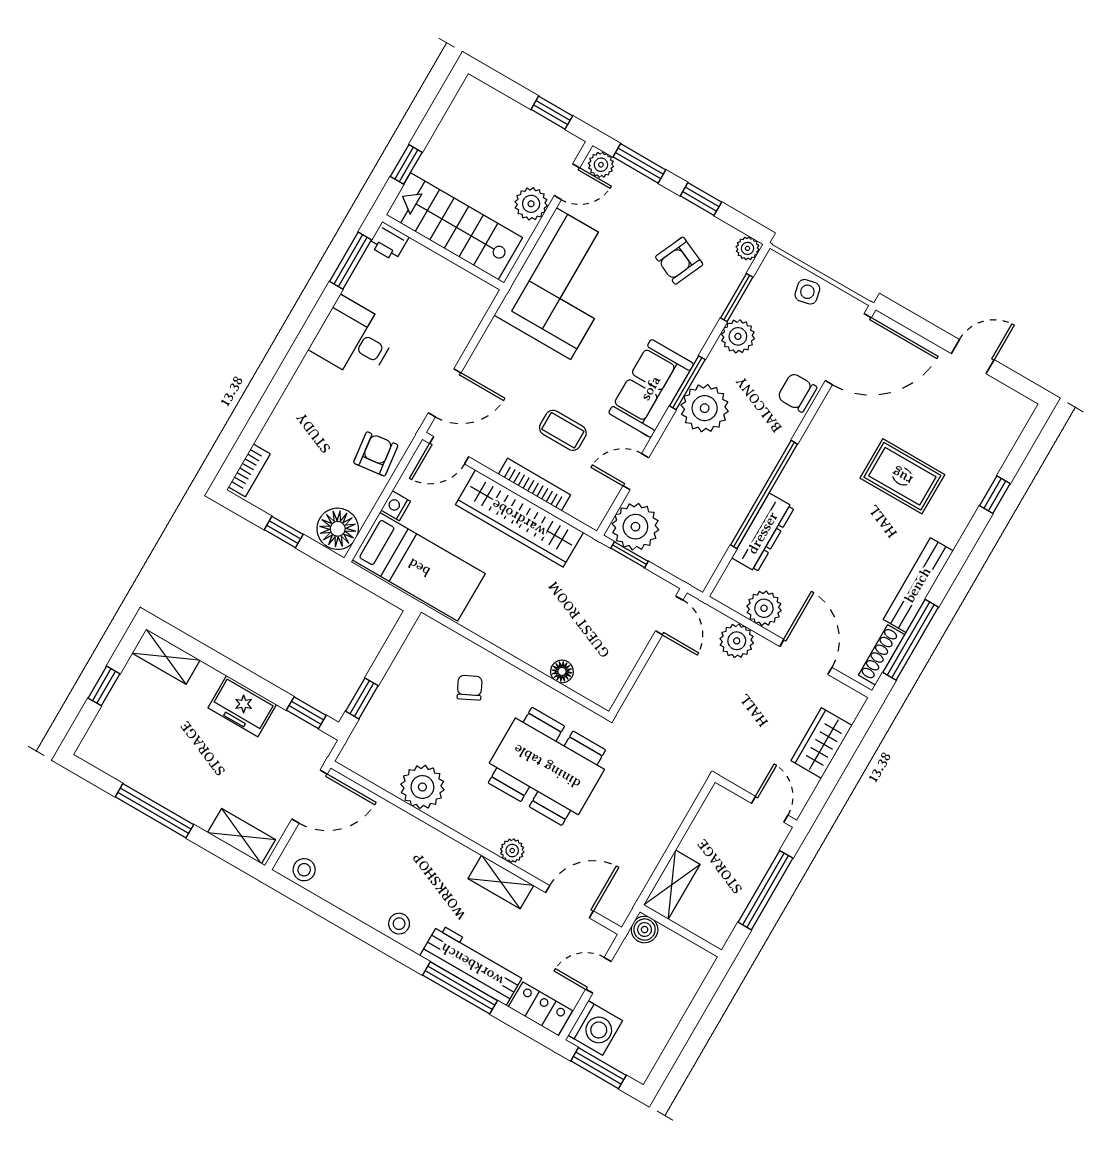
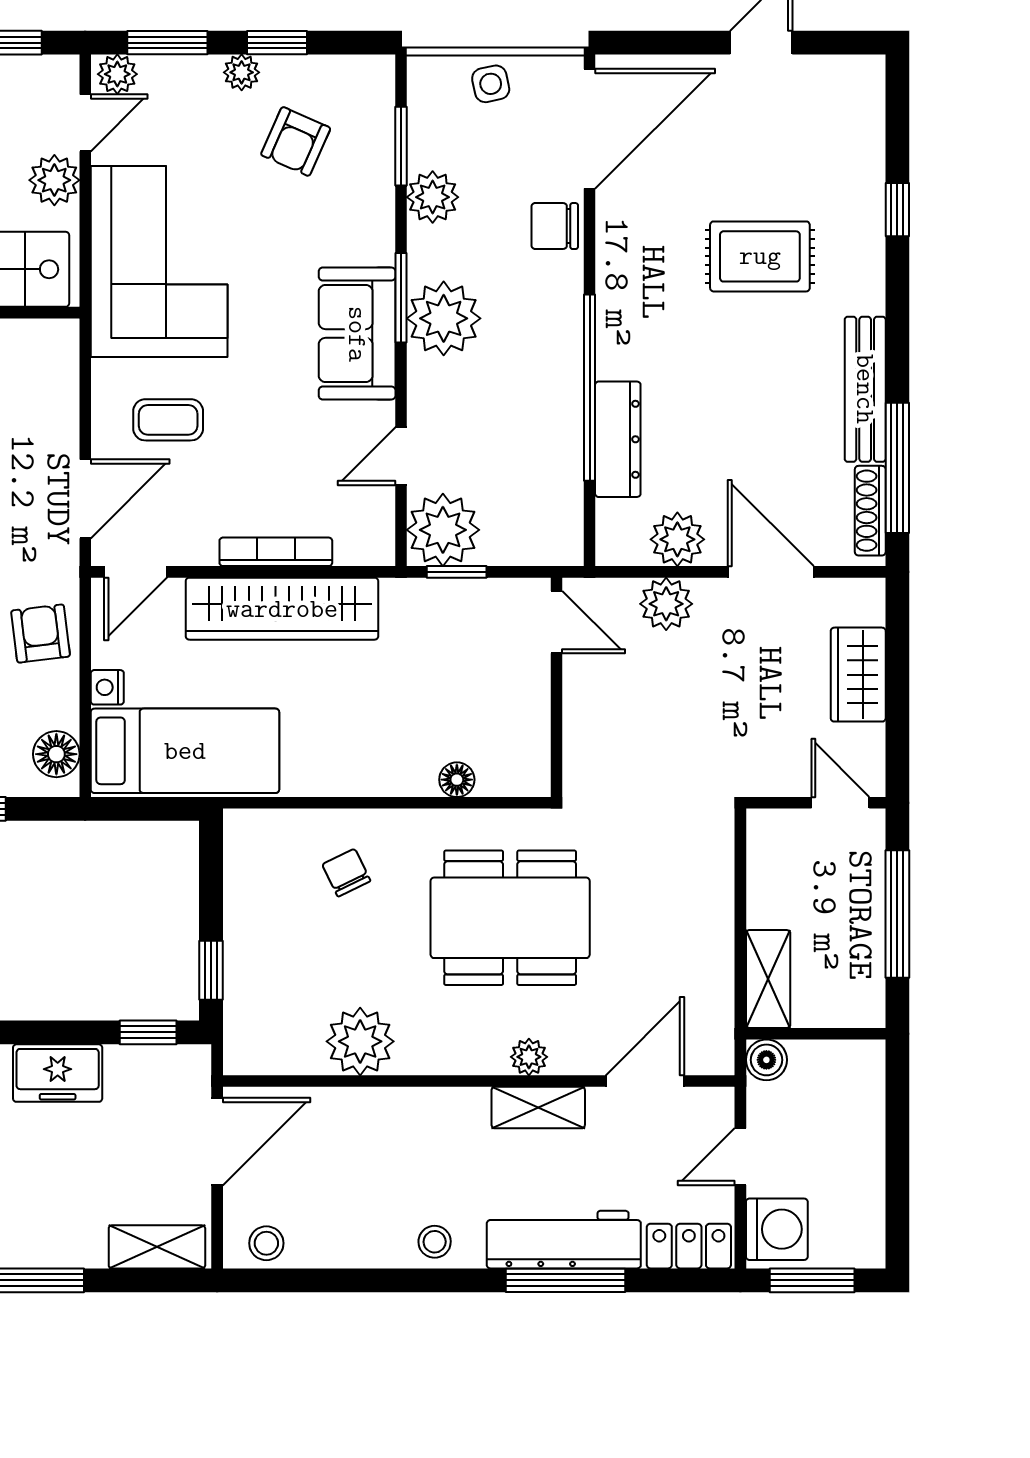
plant: (748, 248) -> (242, 72), moved
coffee table: (563, 430) -> (168, 420), moved
floor lamp: (338, 529) -> (56, 754), width x0.73, depth x0.73

